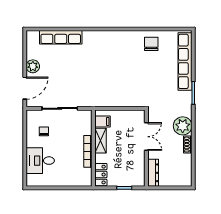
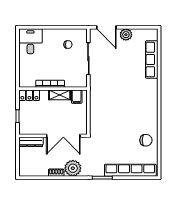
double door: (146, 137) -> (63, 136), width x1.37
desk: (40, 161) -> (30, 41), moved

